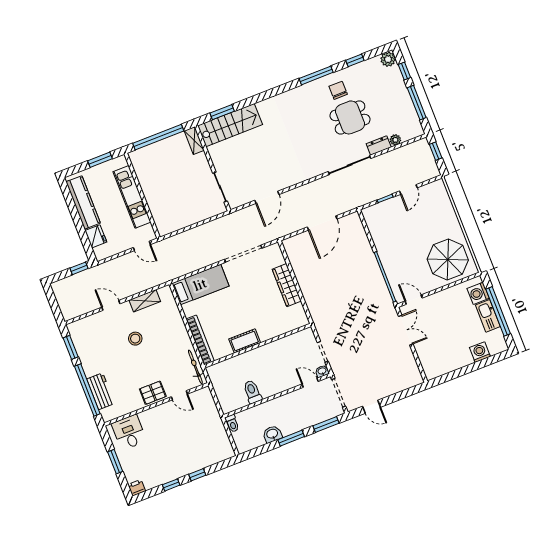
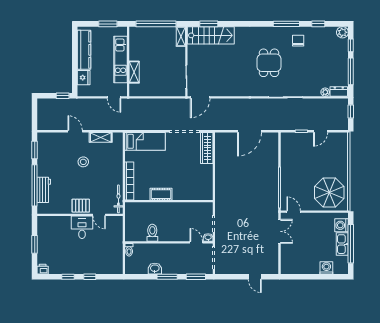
dining table: (350, 117) -> (269, 63), moved, turned 90
dresser: (379, 146) -> (339, 92), moved
door: (267, 197) -> (200, 97), moved
shelving: (154, 206) -> (134, 72), added
wardrobe: (287, 285) -> (207, 148), moved
door: (372, 407) -> (255, 277), moved
desk: (129, 432) -> (82, 227), moved

